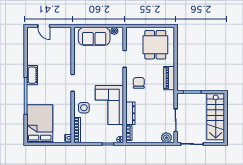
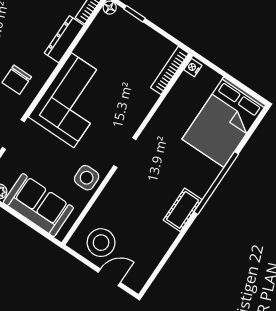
door: (44, 26) -> (109, 277), hinge flipped
stool: (57, 38) -> (101, 243), added
corner sofa: (109, 105) -> (73, 100), moved
side table: (84, 108) -> (87, 178), moved

